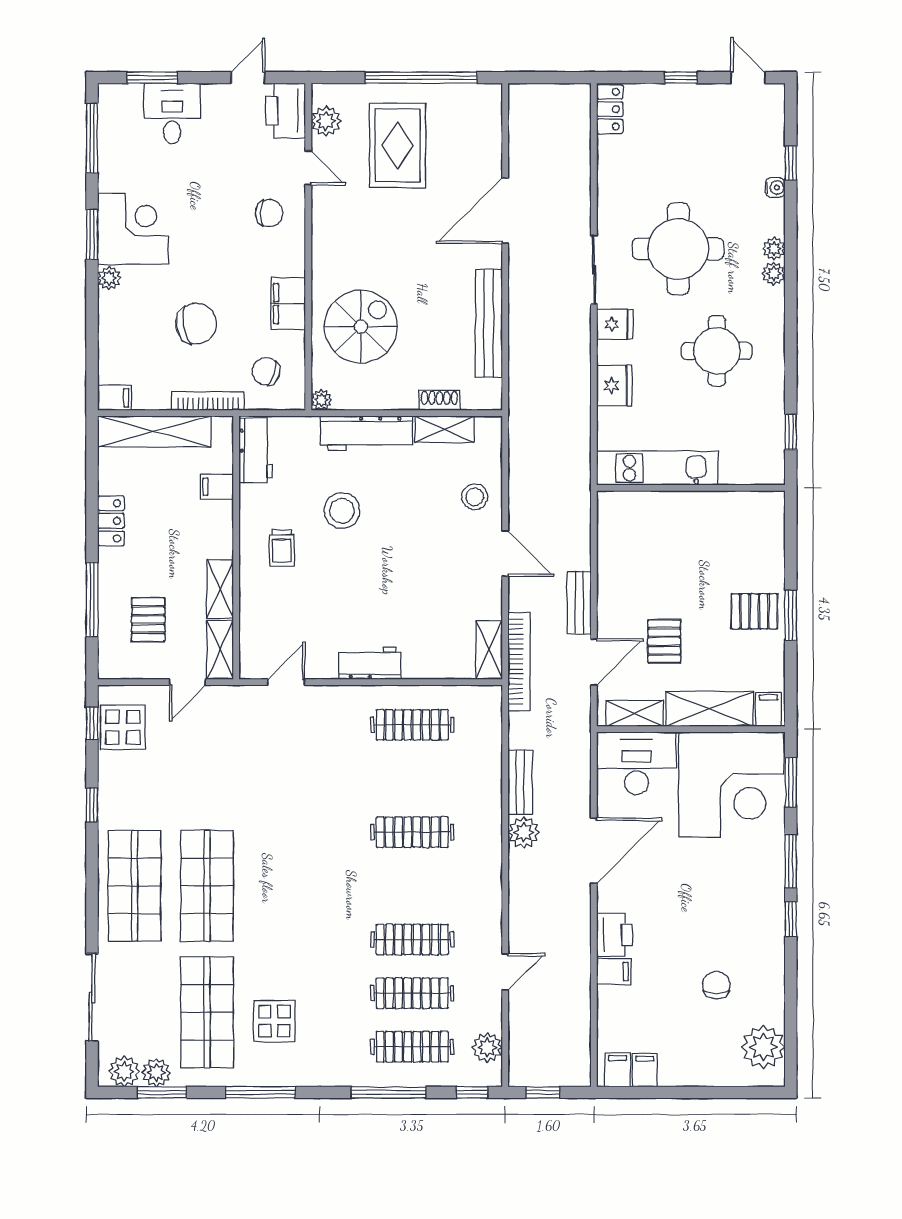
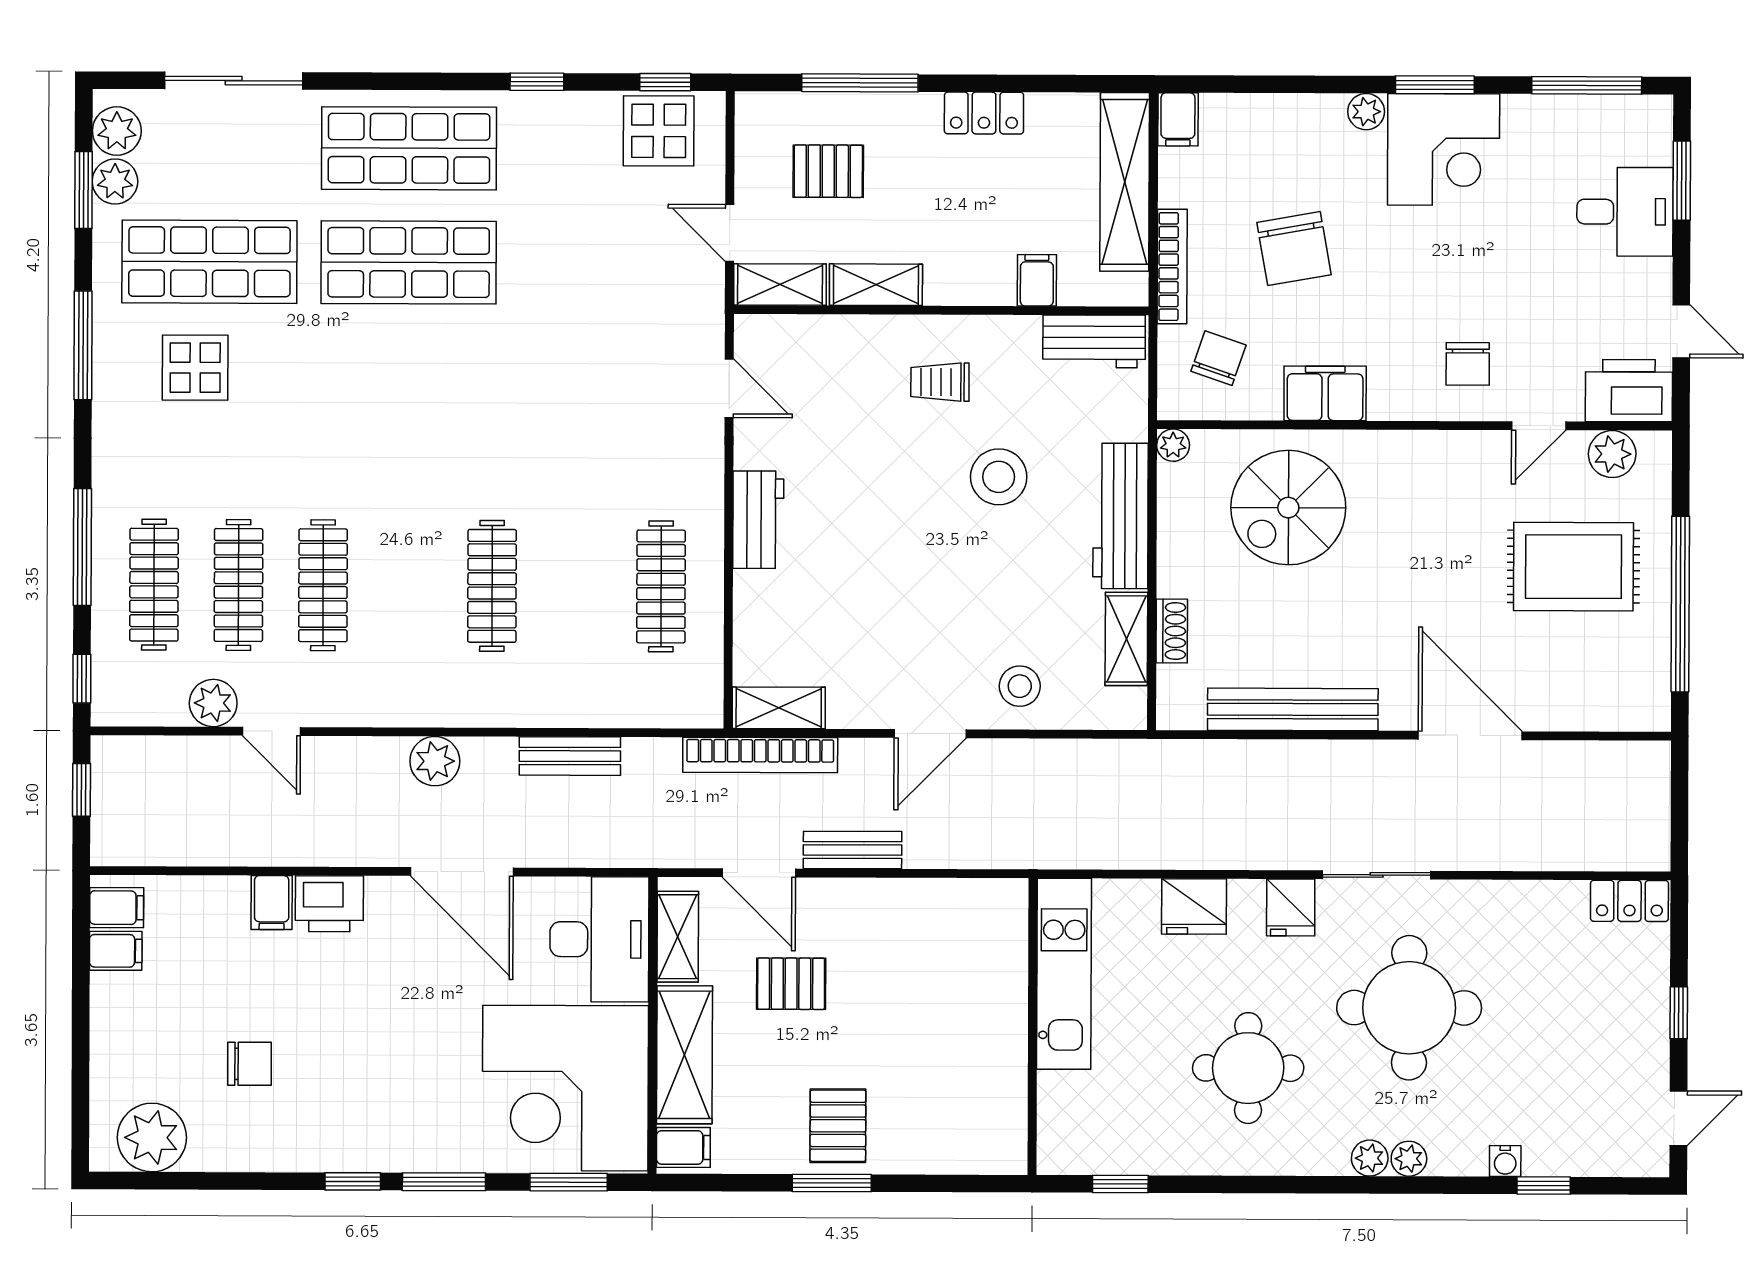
spiral stairs: (361, 327) -> (1288, 508), turned 90
plant: (524, 832) -> (435, 761), moved
plant: (487, 1047) -> (213, 703), moved

